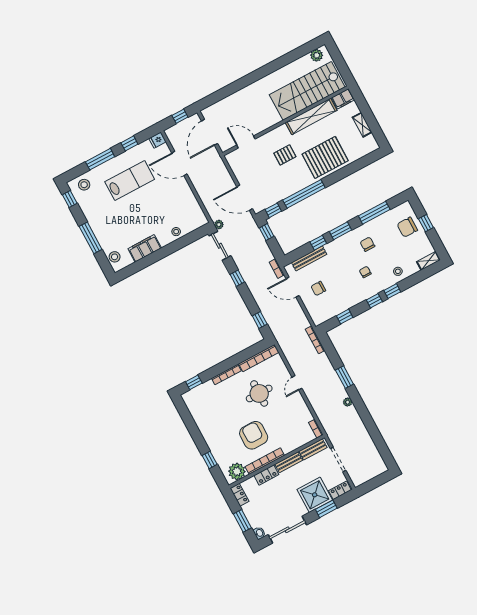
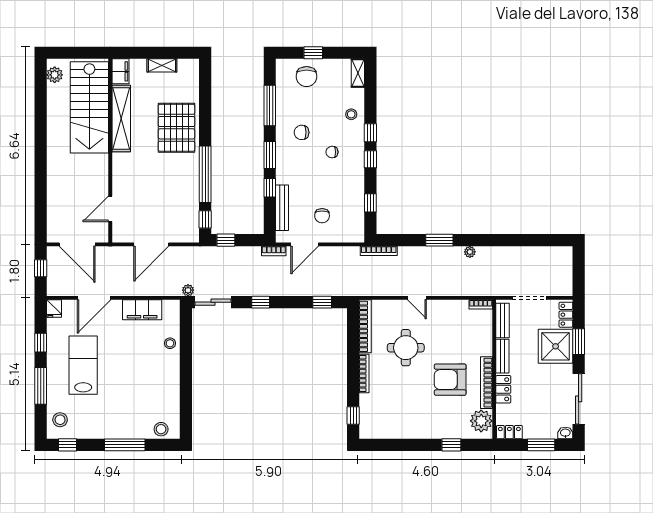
pallet: (285, 155) -> (149, 172), removed
door: (245, 198) -> (151, 244), moved
filing cabinet: (145, 248) -> (142, 310), moved, turned -90

